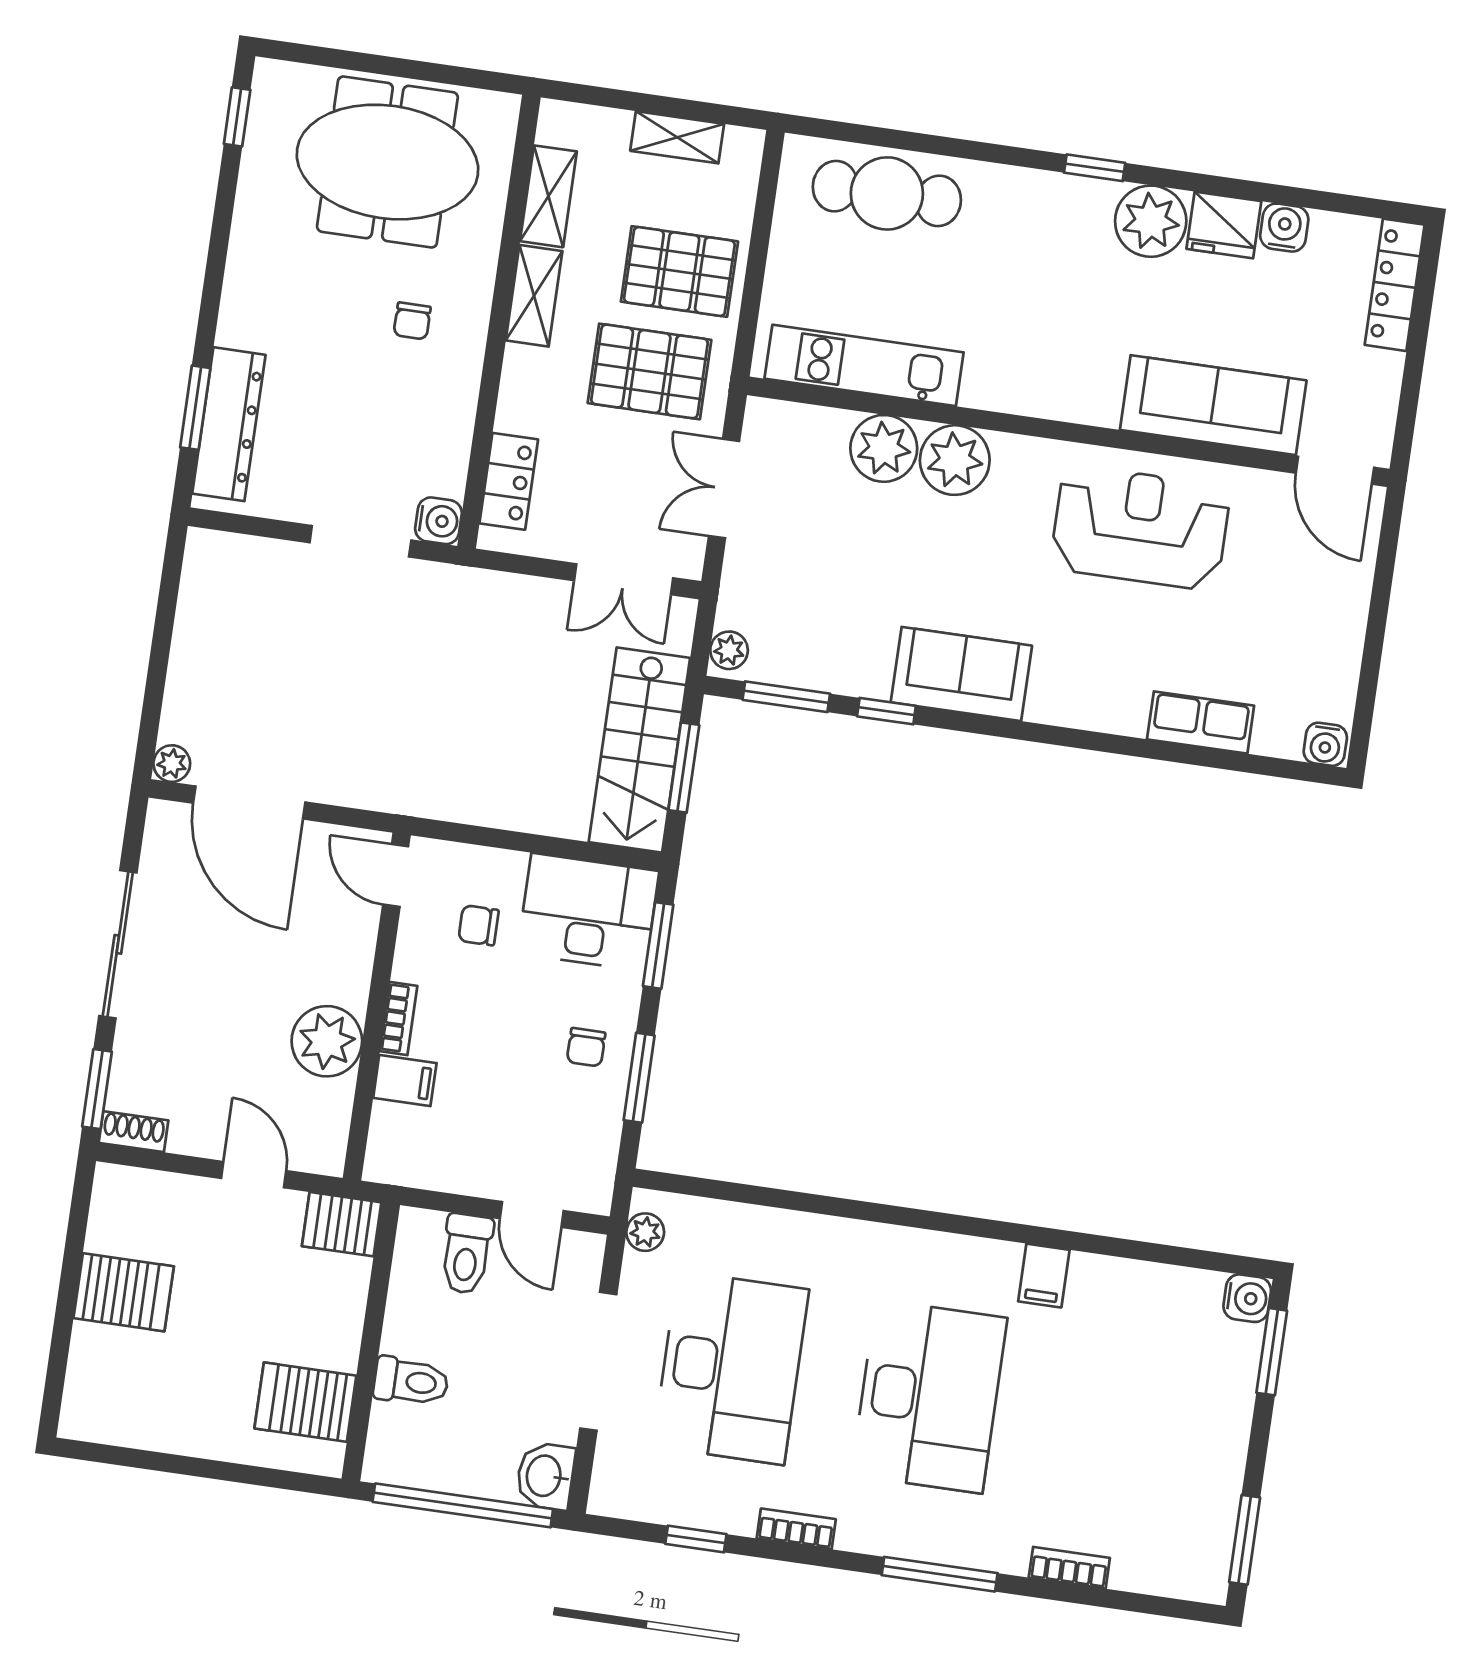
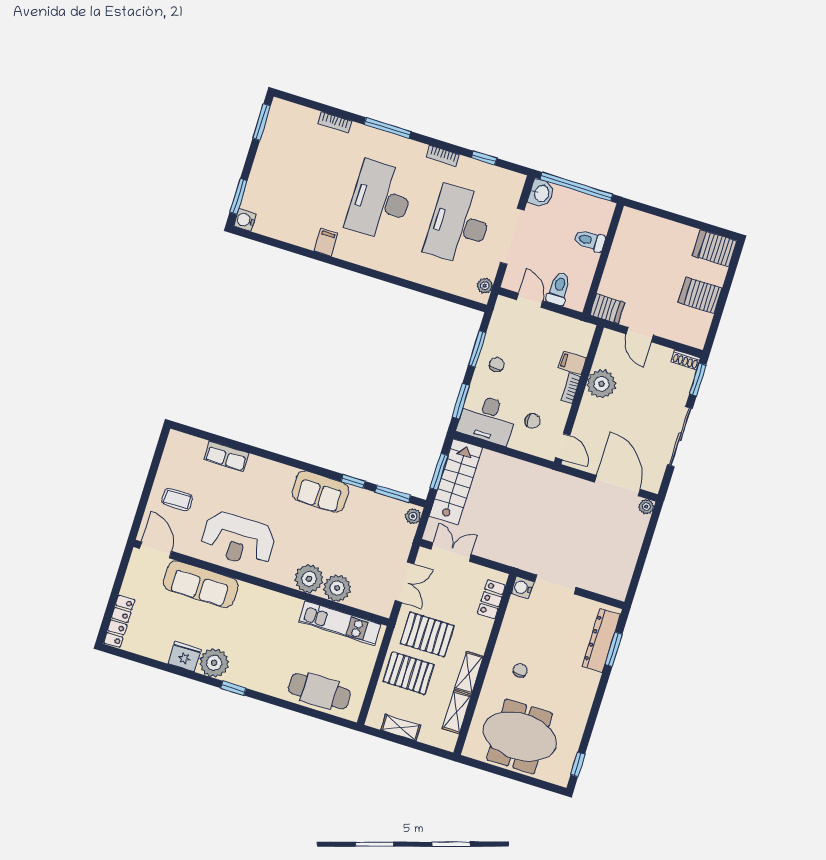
water cooler: (1284, 228) -> (160, 652), removed
coffee table: (1302, 600) -> (177, 499), added
water cooler: (1325, 744) -> (177, 439), removed
server rack: (305, 1402) -> (715, 248), moved, turned 180

